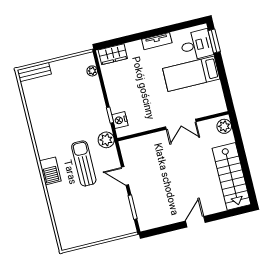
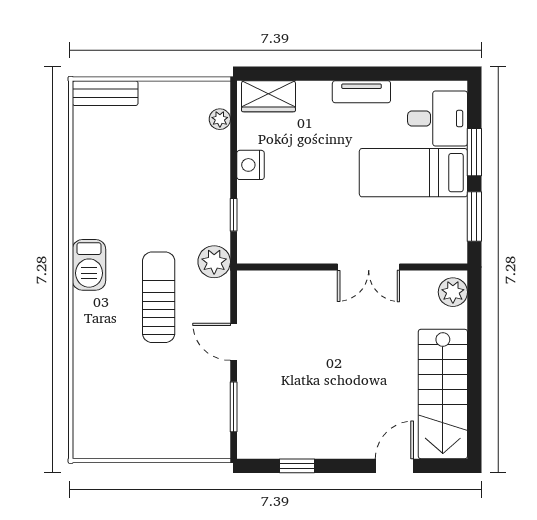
window: (214, 41) -> (474, 152), moved
window: (226, 88) -> (474, 216), added
nightstand: (120, 120) -> (251, 165), moved
barbecue: (50, 171) -> (89, 265), moved
door: (195, 222) -> (394, 466), moved
window: (170, 228) -> (297, 466), added

